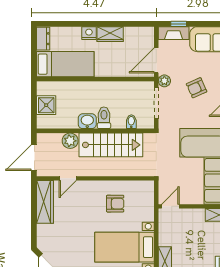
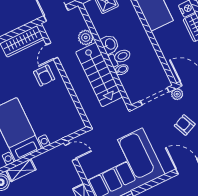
bidet: (131, 122) -> (122, 70), moved
door: (68, 178) -> (52, 51), hinge flipped
armchair: (115, 204) -> (44, 76), moved

